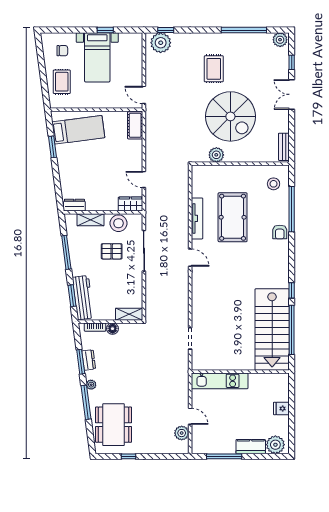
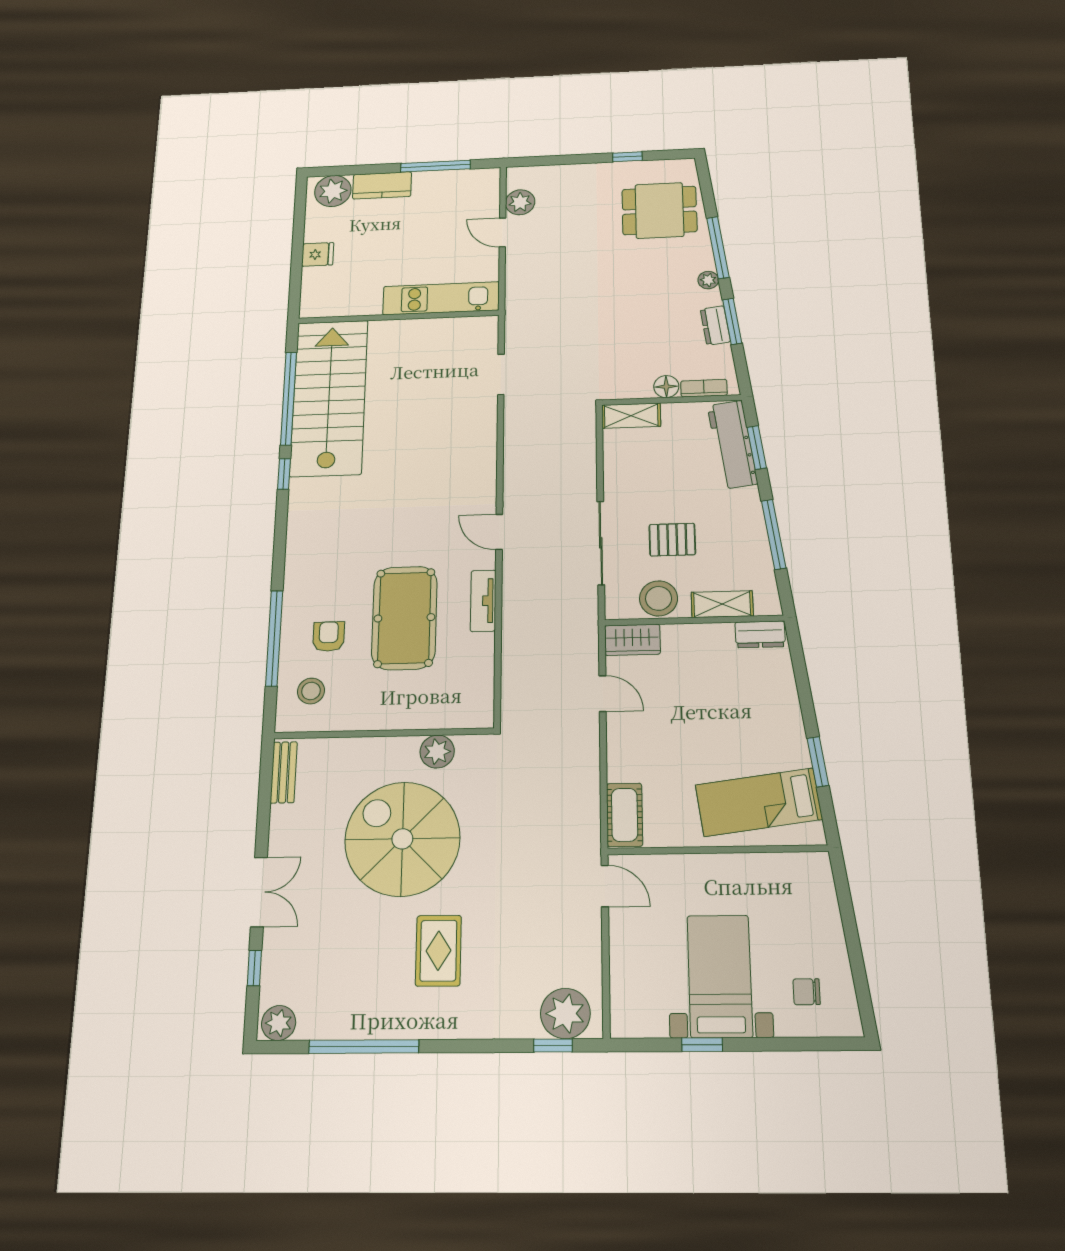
rug: (62, 82) -> (804, 915), removed
tv unit: (197, 218) -> (483, 601), width x0.71
armchair: (280, 232) -> (329, 636), moved
dining table: (114, 425) -> (659, 210), width x0.73

